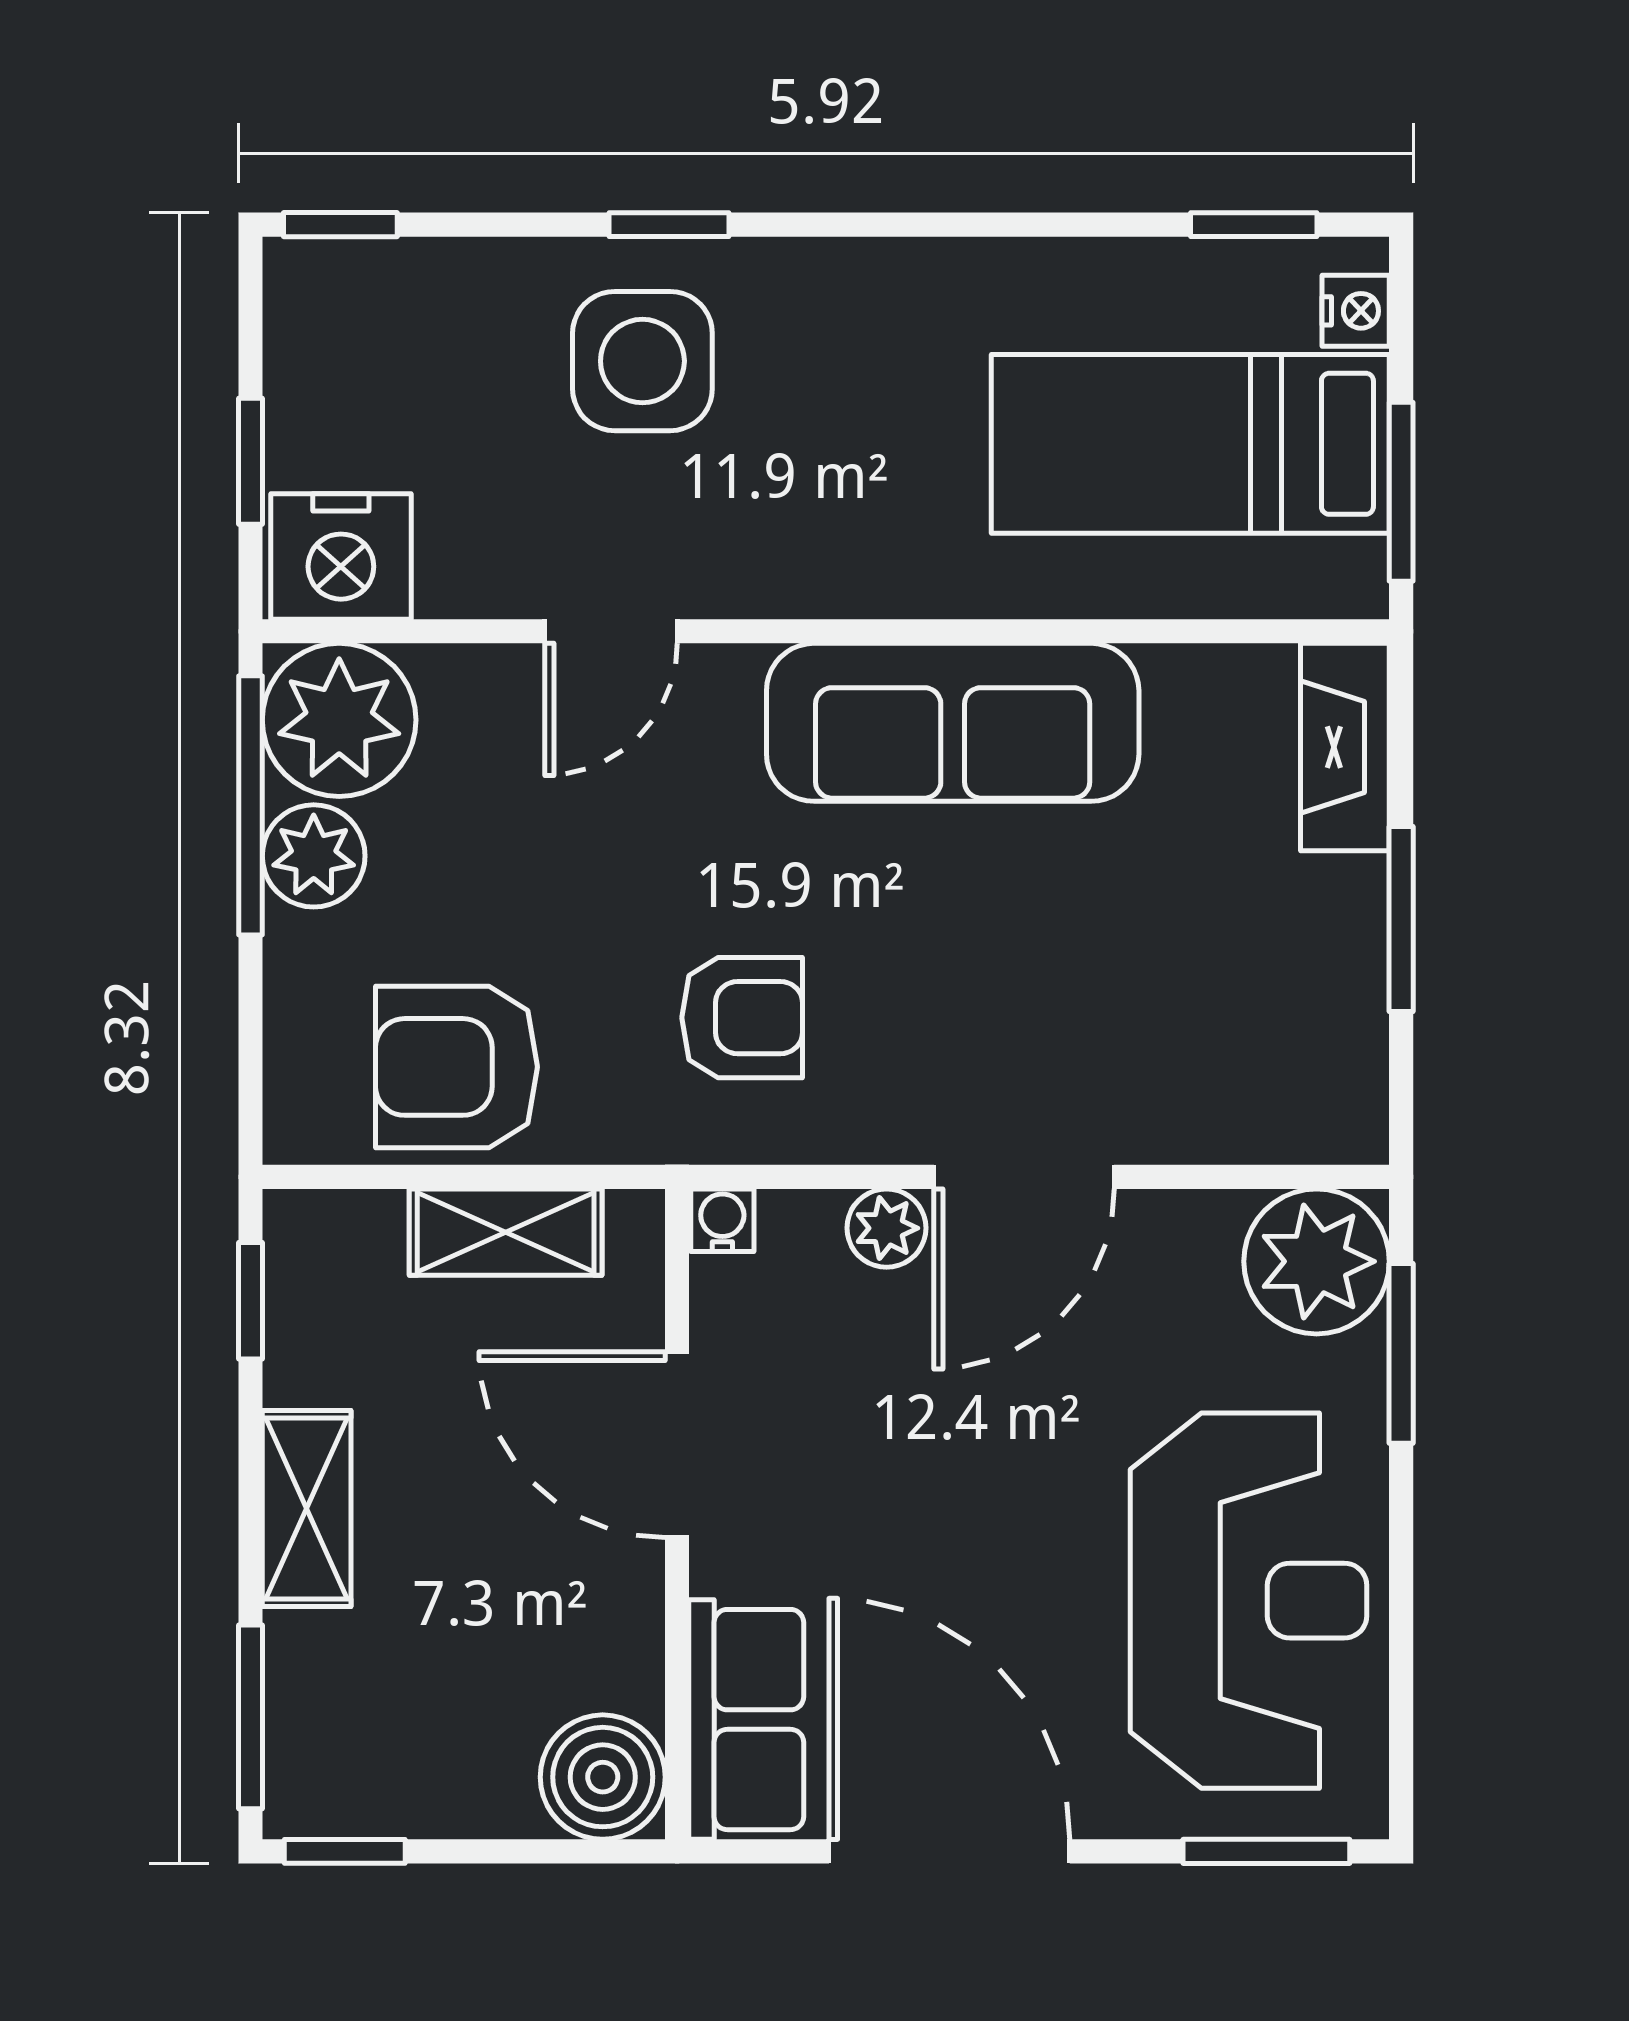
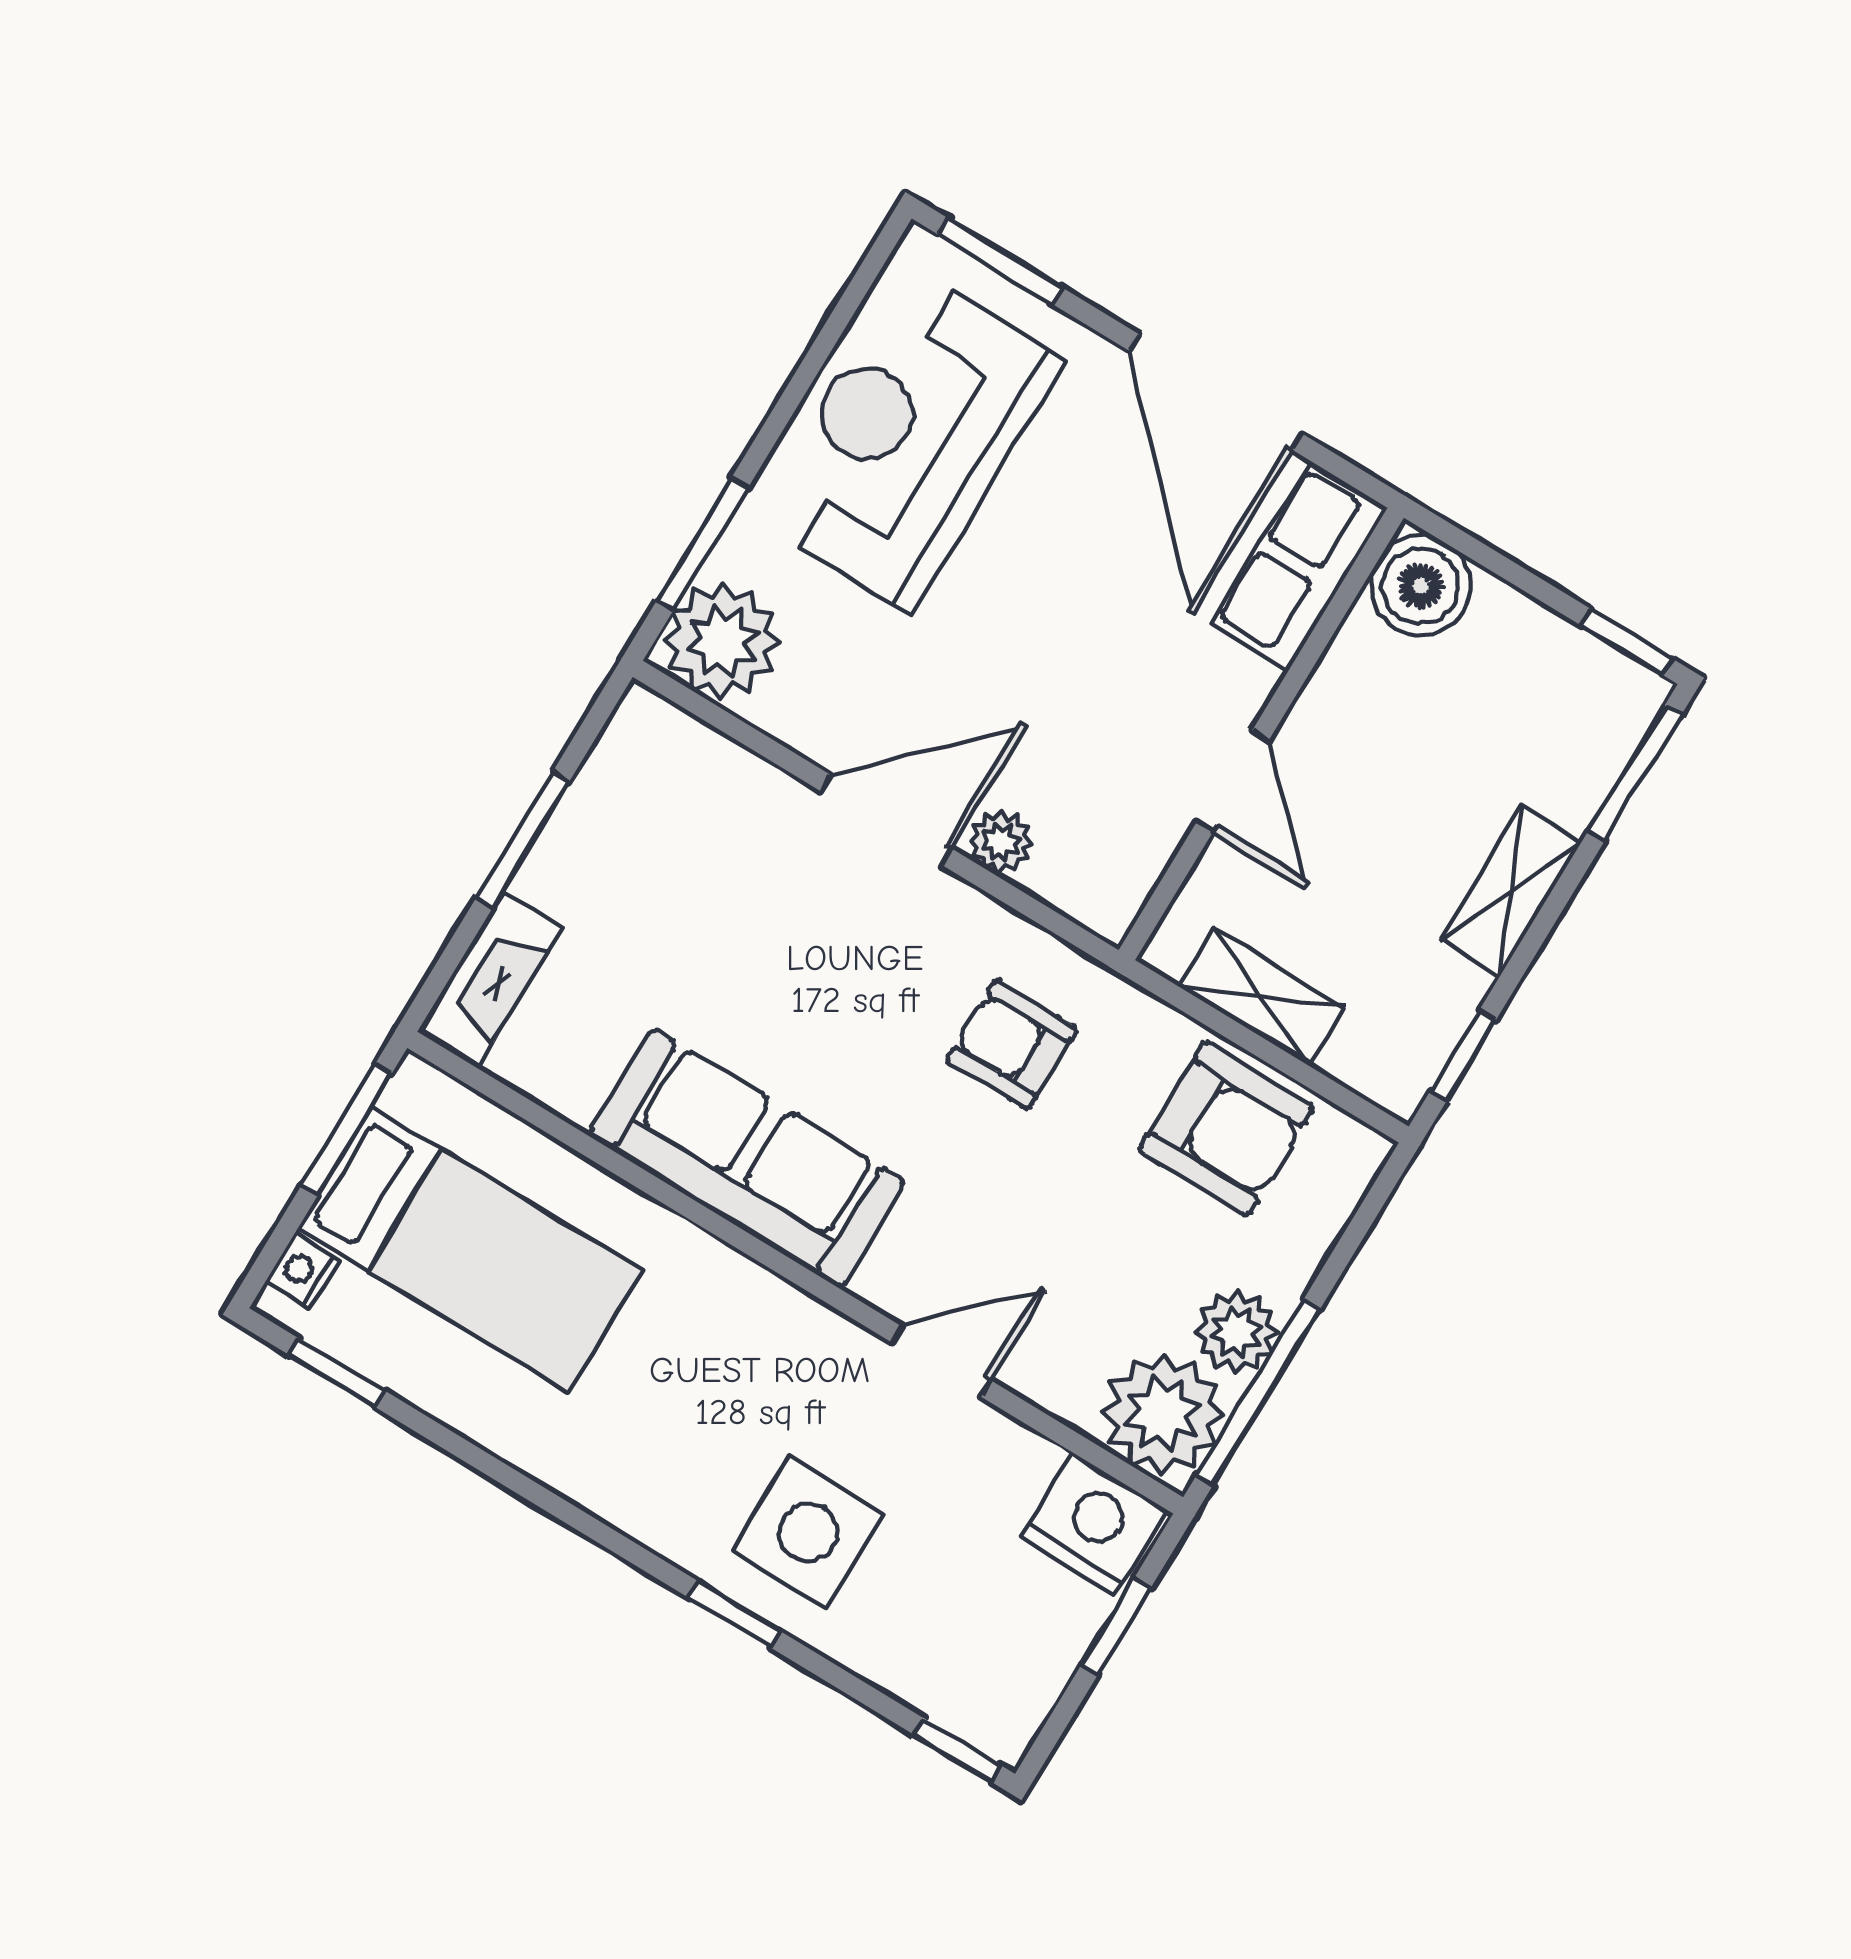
water cooler: (722, 1220) -> (1109, 915), removed
door: (677, 1445) -> (1233, 781), width x0.73

